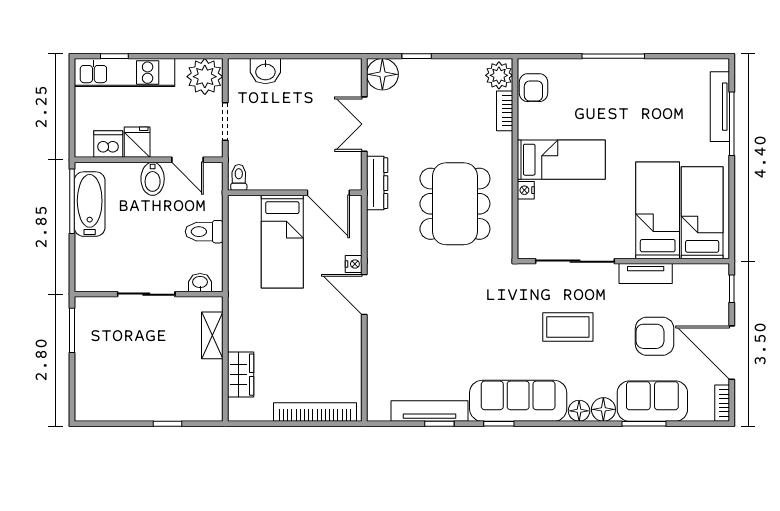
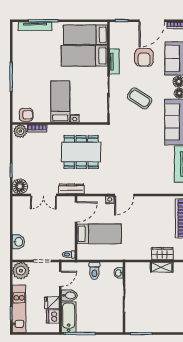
bathtub: (90, 204) -> (69, 317), moved, turned 90
coffee table: (568, 327) -> (140, 98), turned -57
shelving: (212, 335) -> (162, 267), moved

